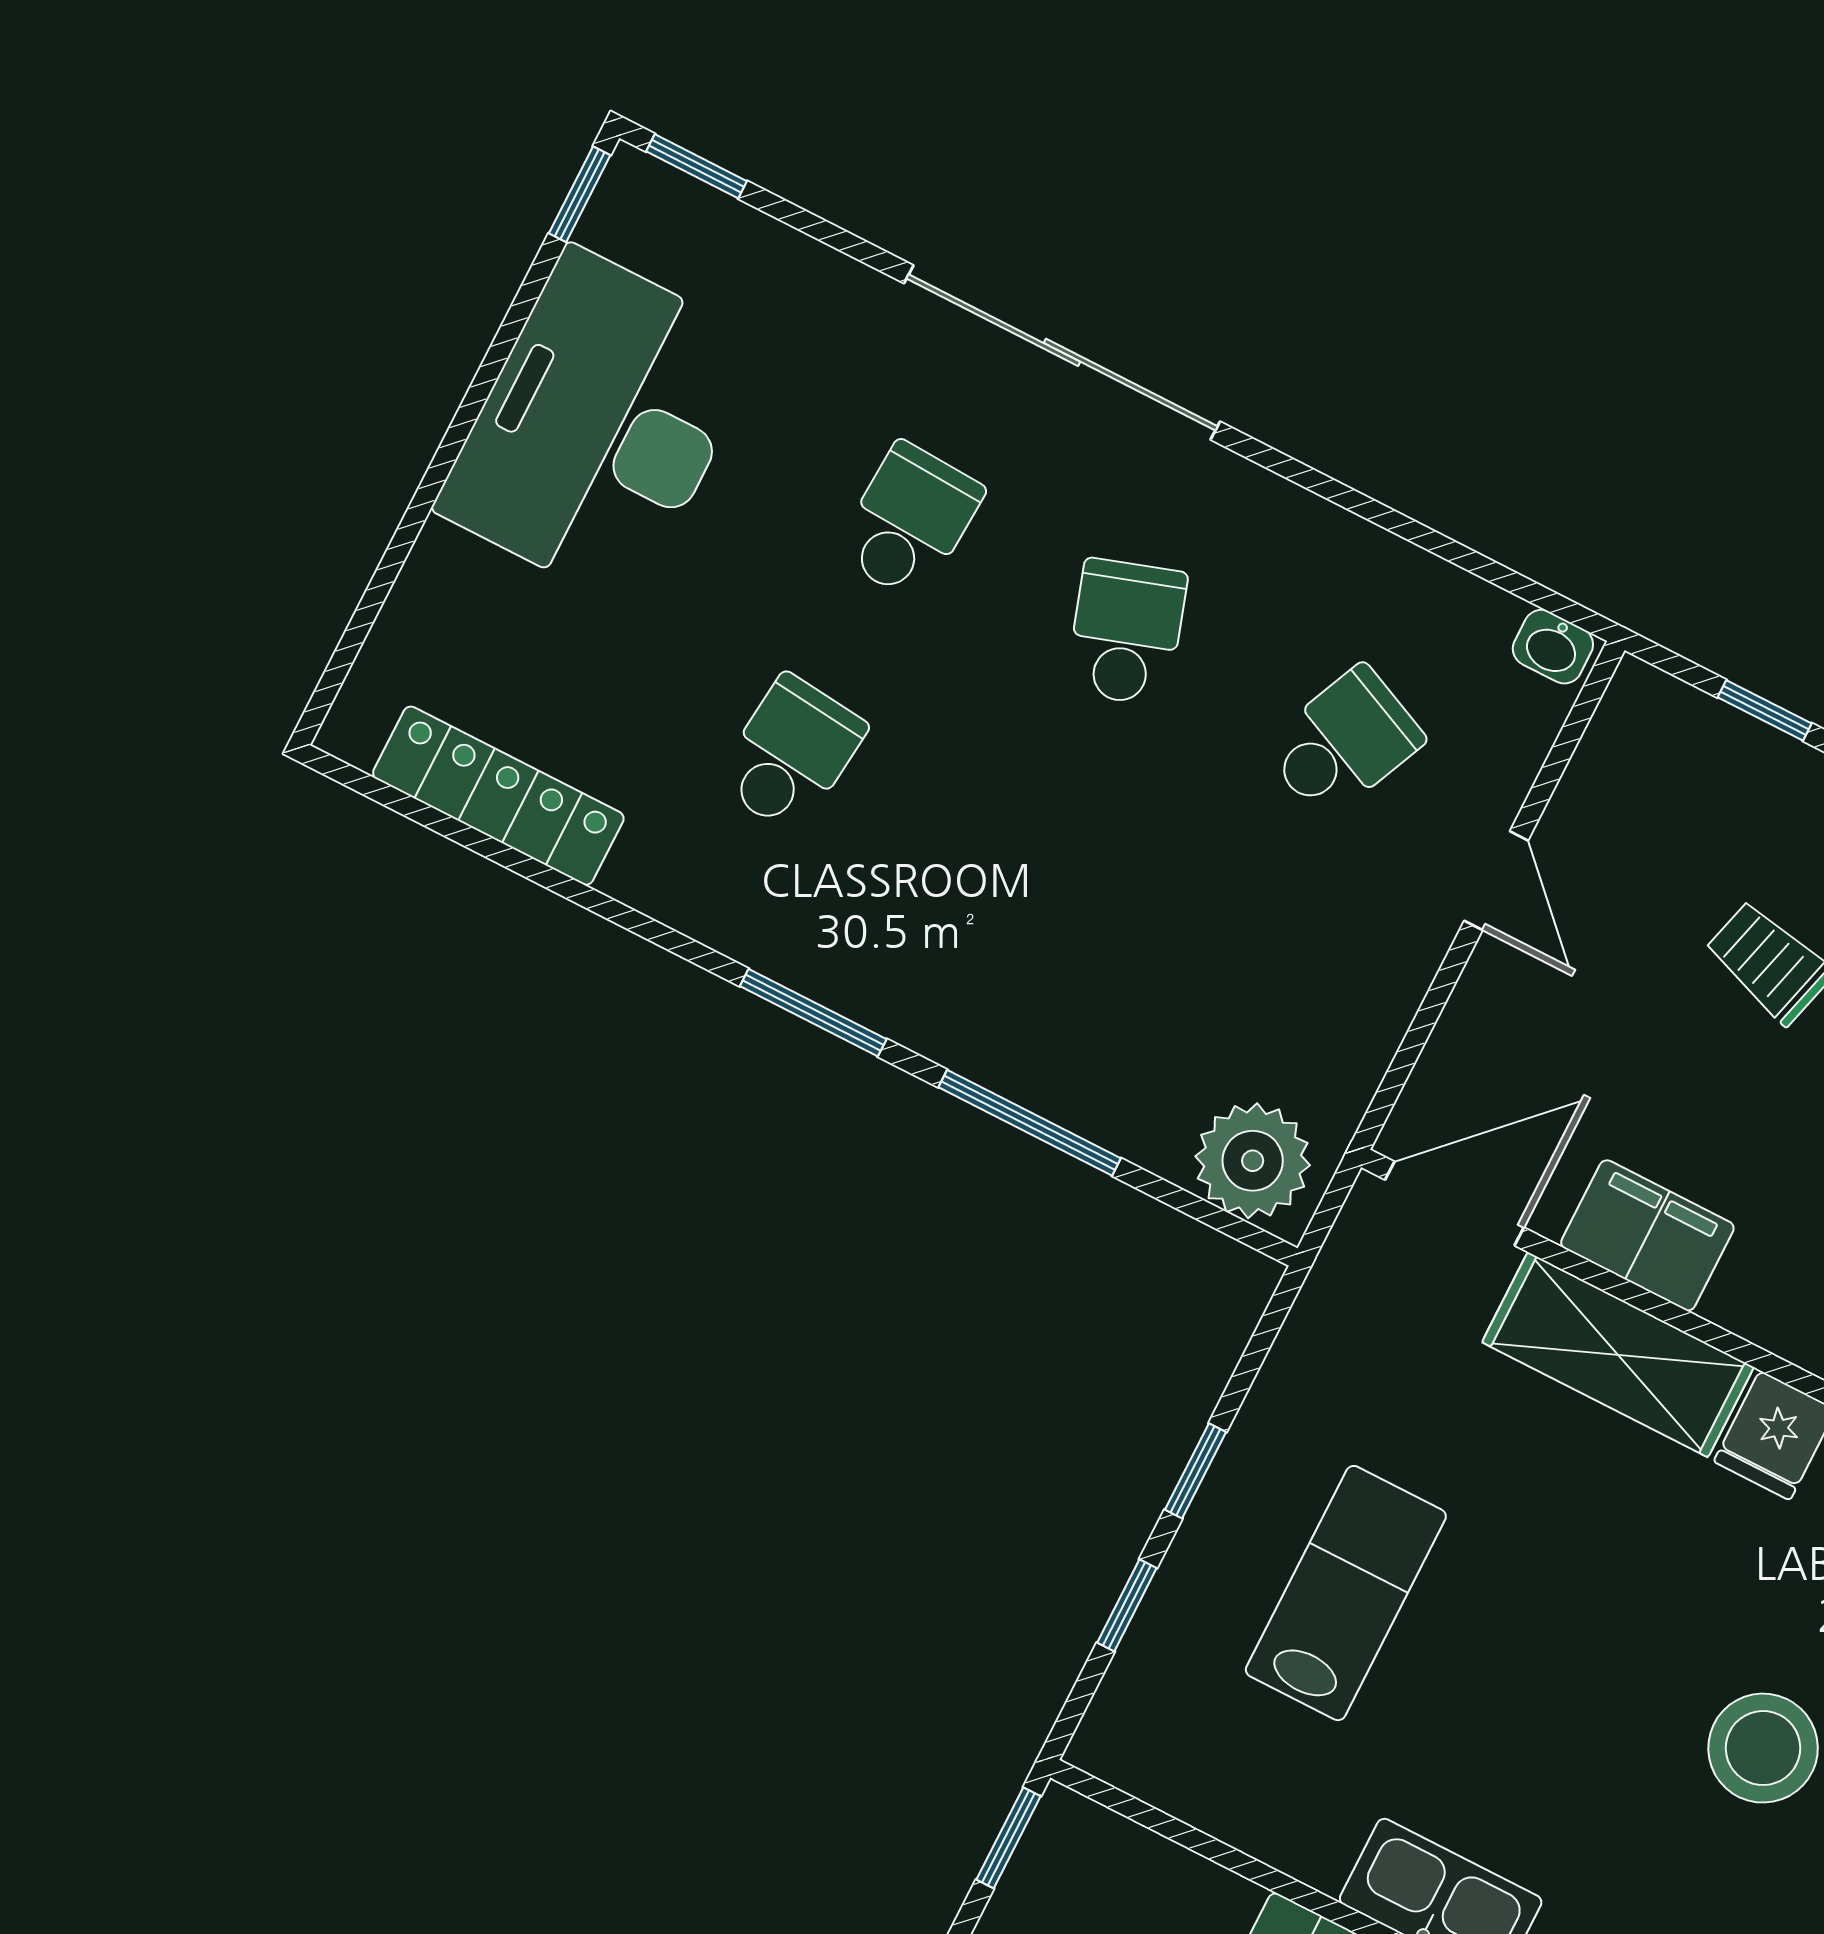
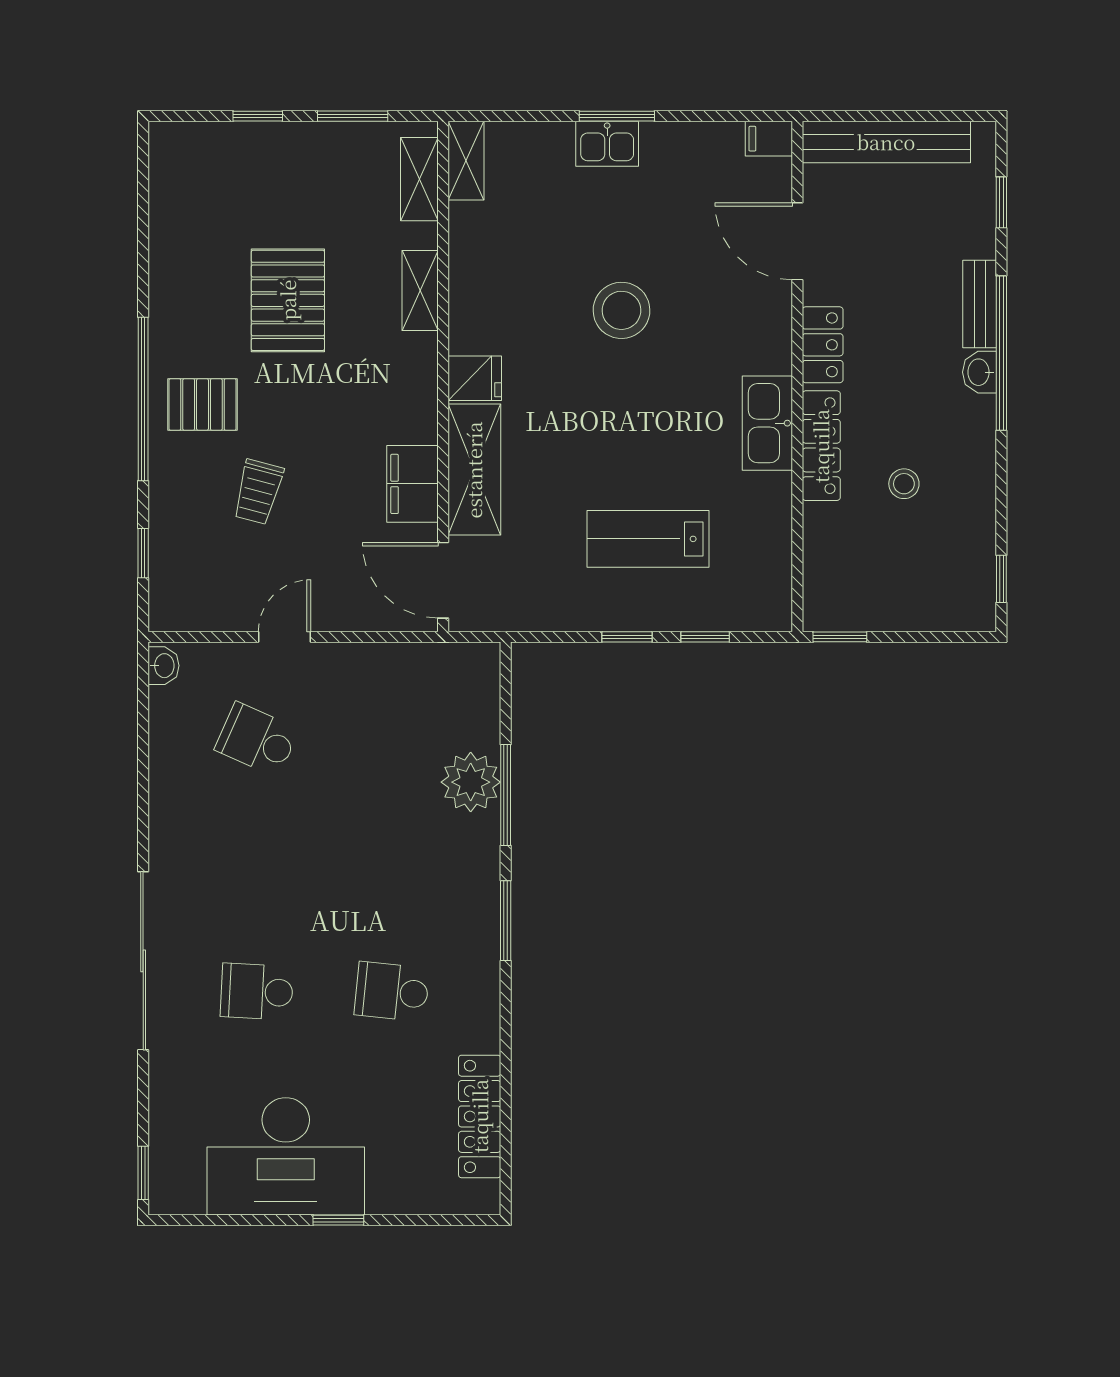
window: (580, 194) -> (338, 1220), moved
school desk: (1126, 632) -> (257, 866), removed
plant: (1253, 1161) -> (471, 782), moved

